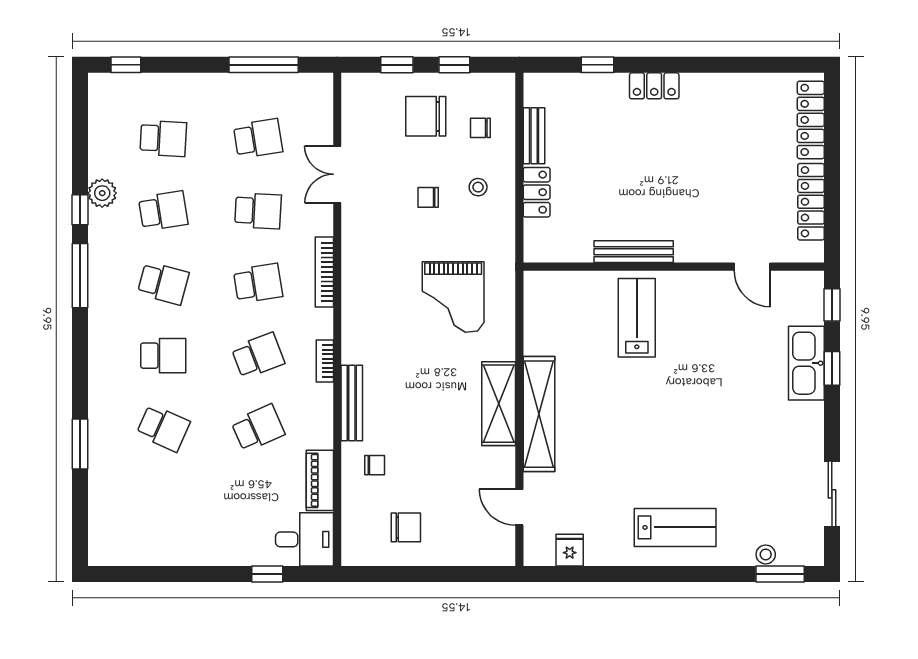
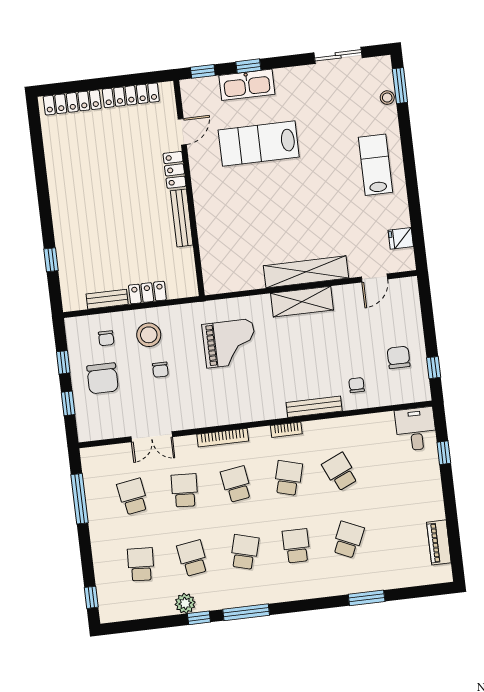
locker: (654, 86) -> (174, 170), moved, turned 180
stool: (478, 187) -> (149, 335), width x1.89, depth x1.89
lab bench: (637, 318) -> (259, 144), moved, width x1.36, depth x1.39
school desk: (258, 356) -> (288, 478), turned 36
piano: (320, 480) -> (439, 542), moved, turned 90
window: (386, 574) -> (434, 368), added

